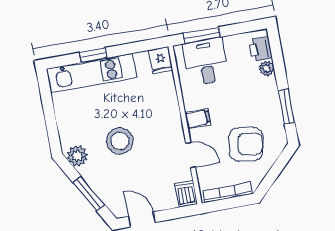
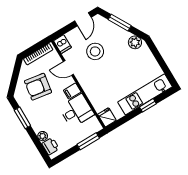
desk: (206, 62) -> (77, 111), moved, turned -90
stool: (120, 141) -> (95, 51), moved
door: (142, 219) -> (83, 19), hinge flipped

